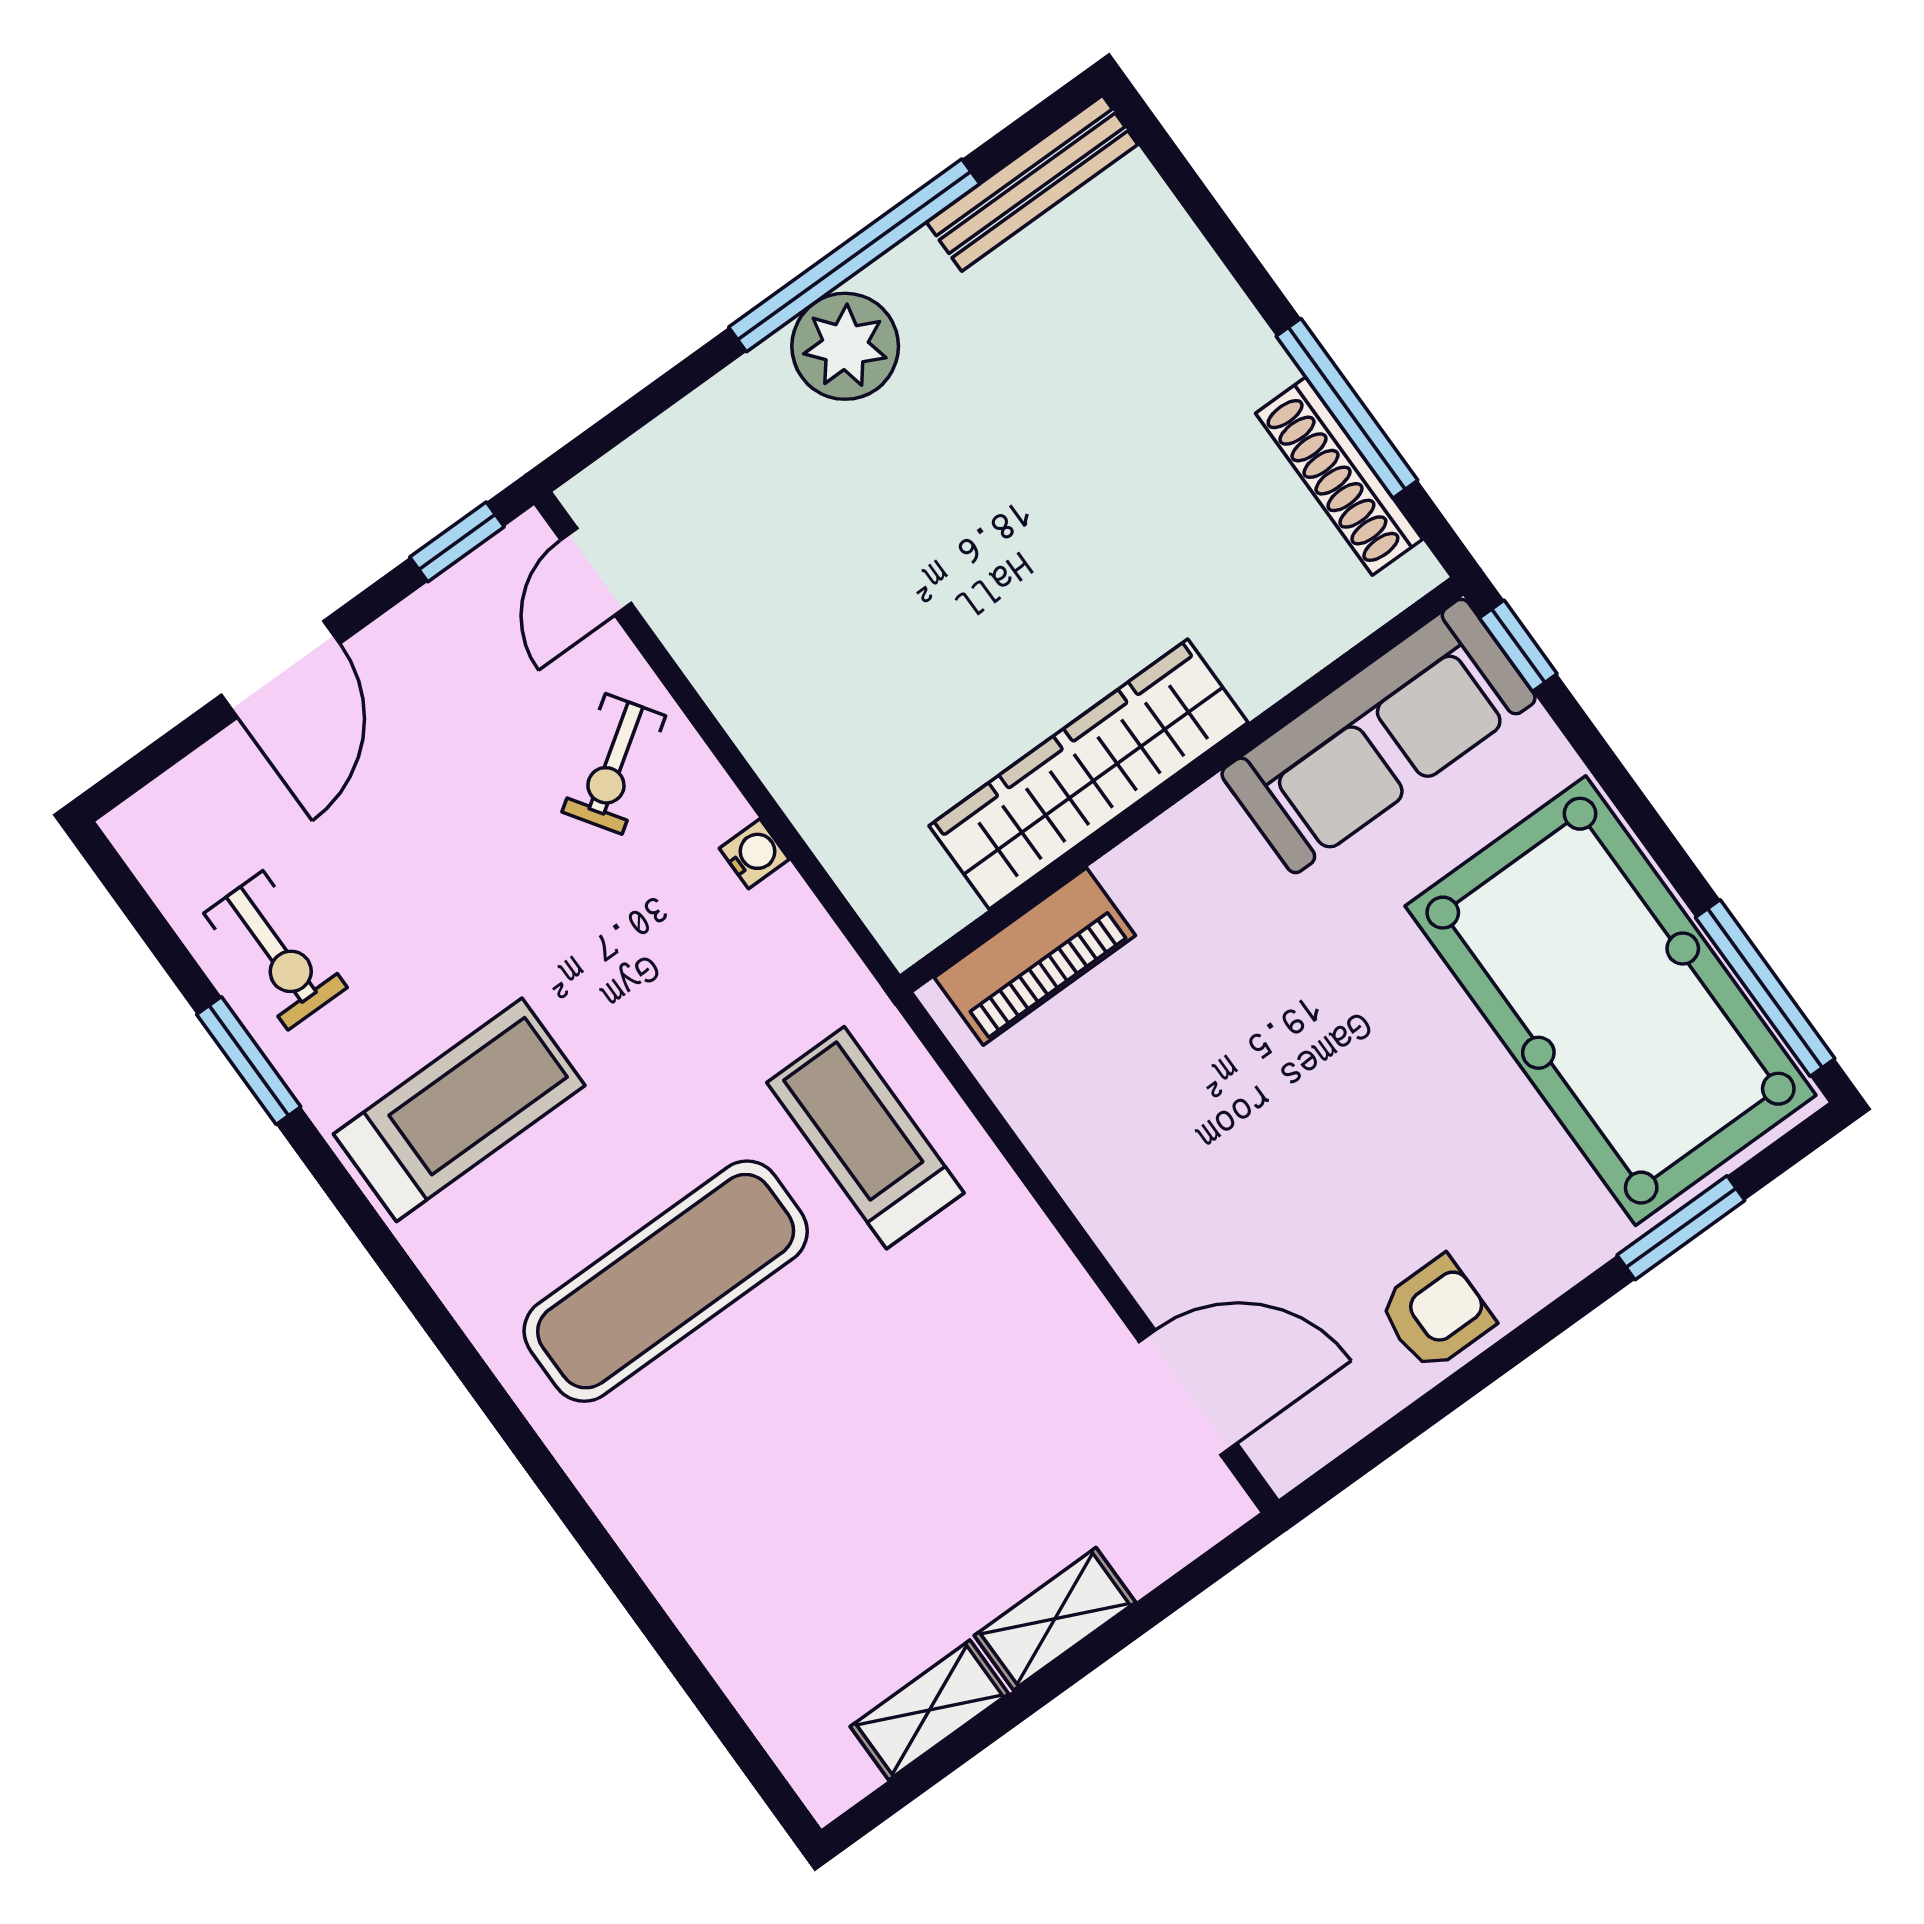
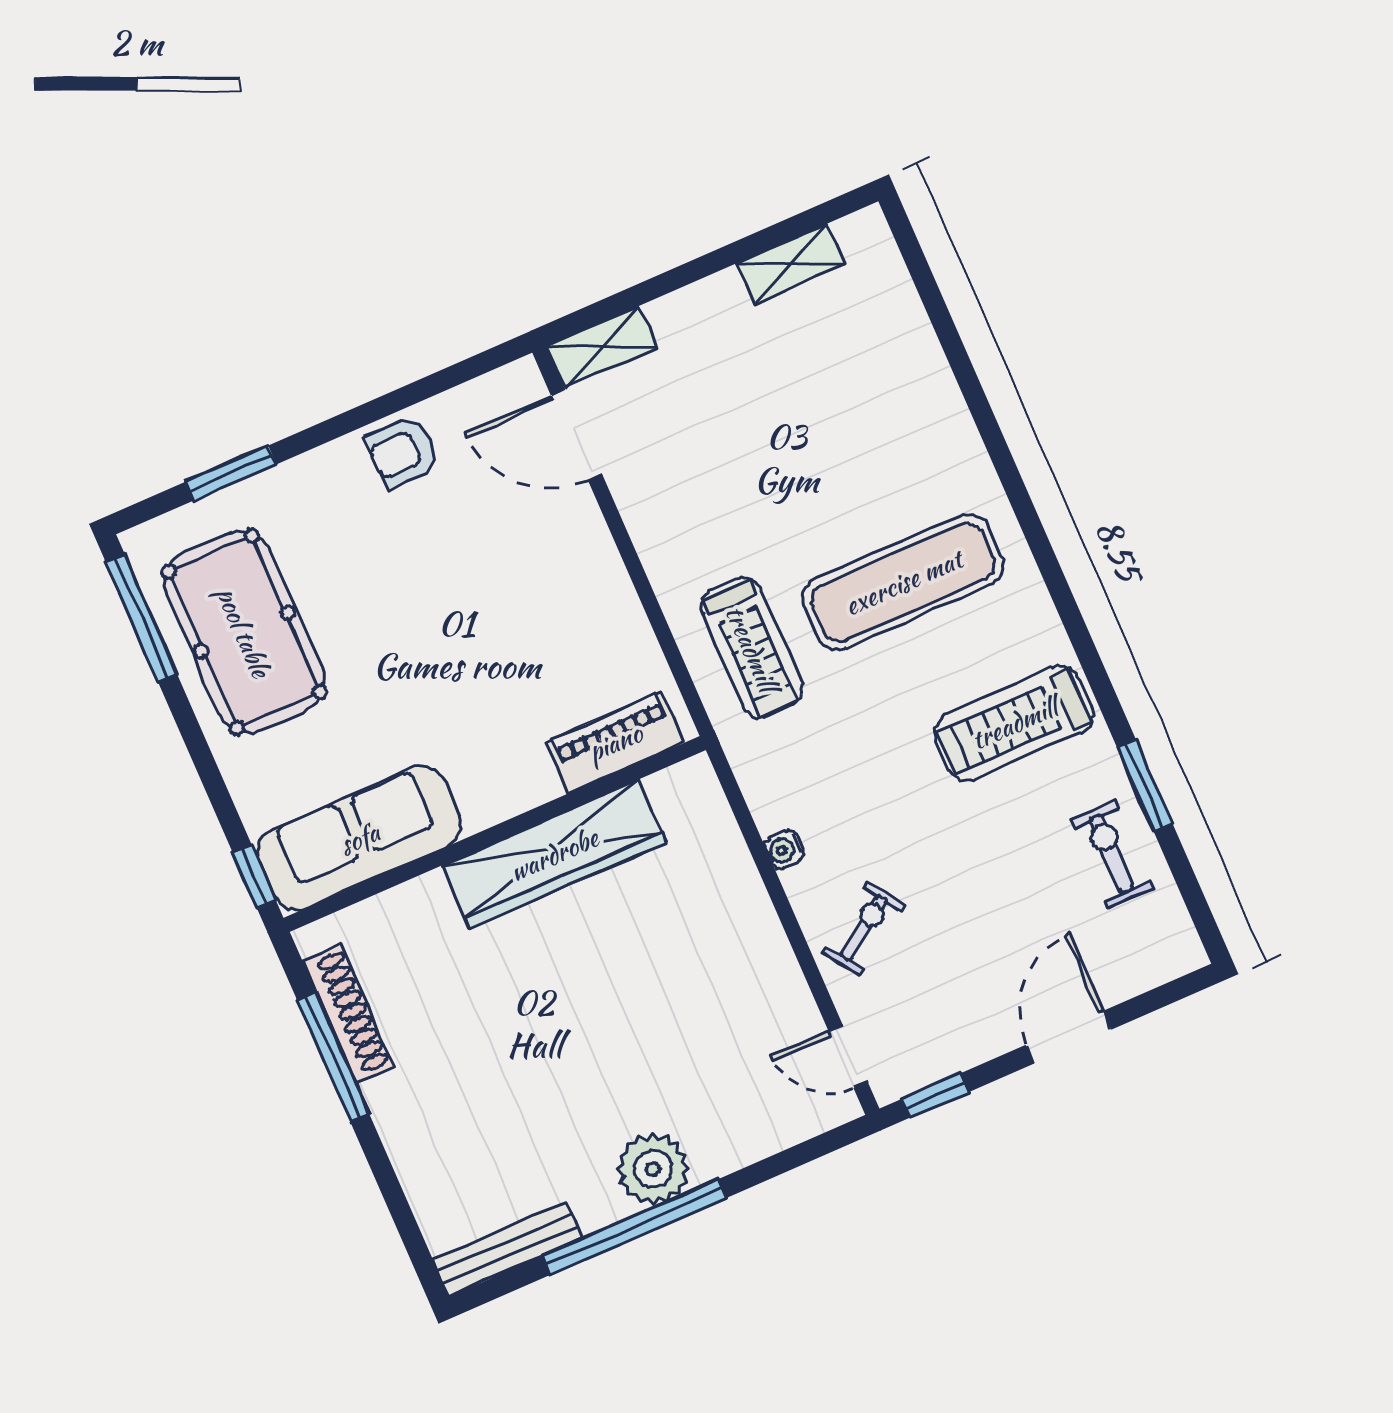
door: (596, 572) -> (848, 1056), swing flipped
pool table: (1611, 1001) -> (244, 632), width x0.73, depth x0.76
shelving: (1055, 1619) -> (601, 347), moved

